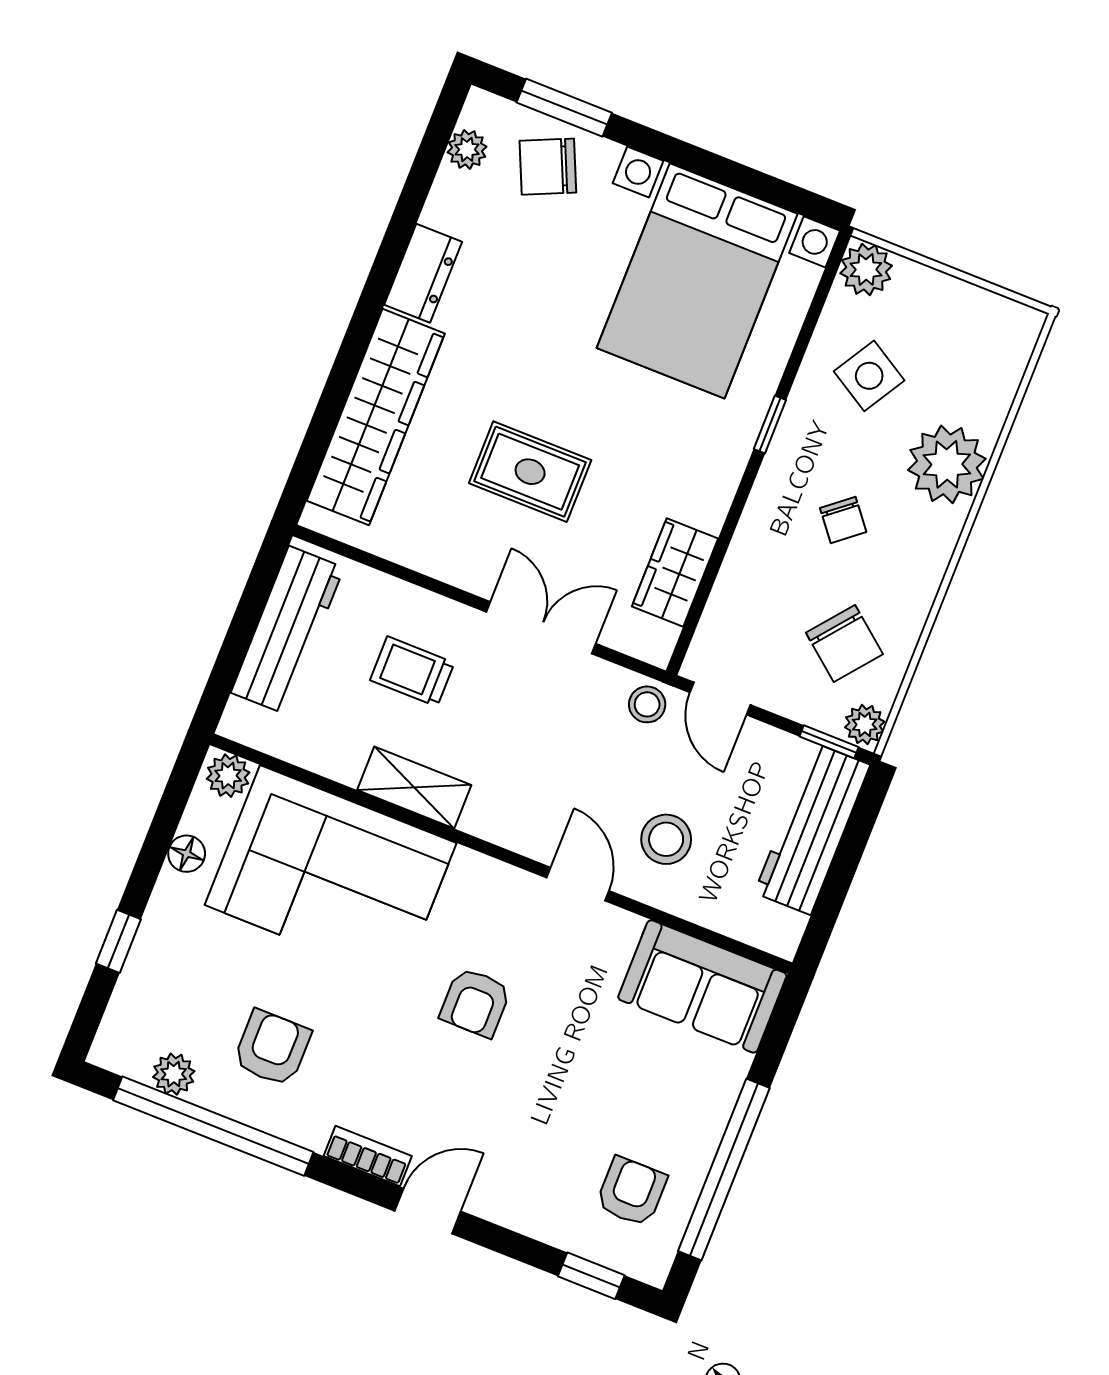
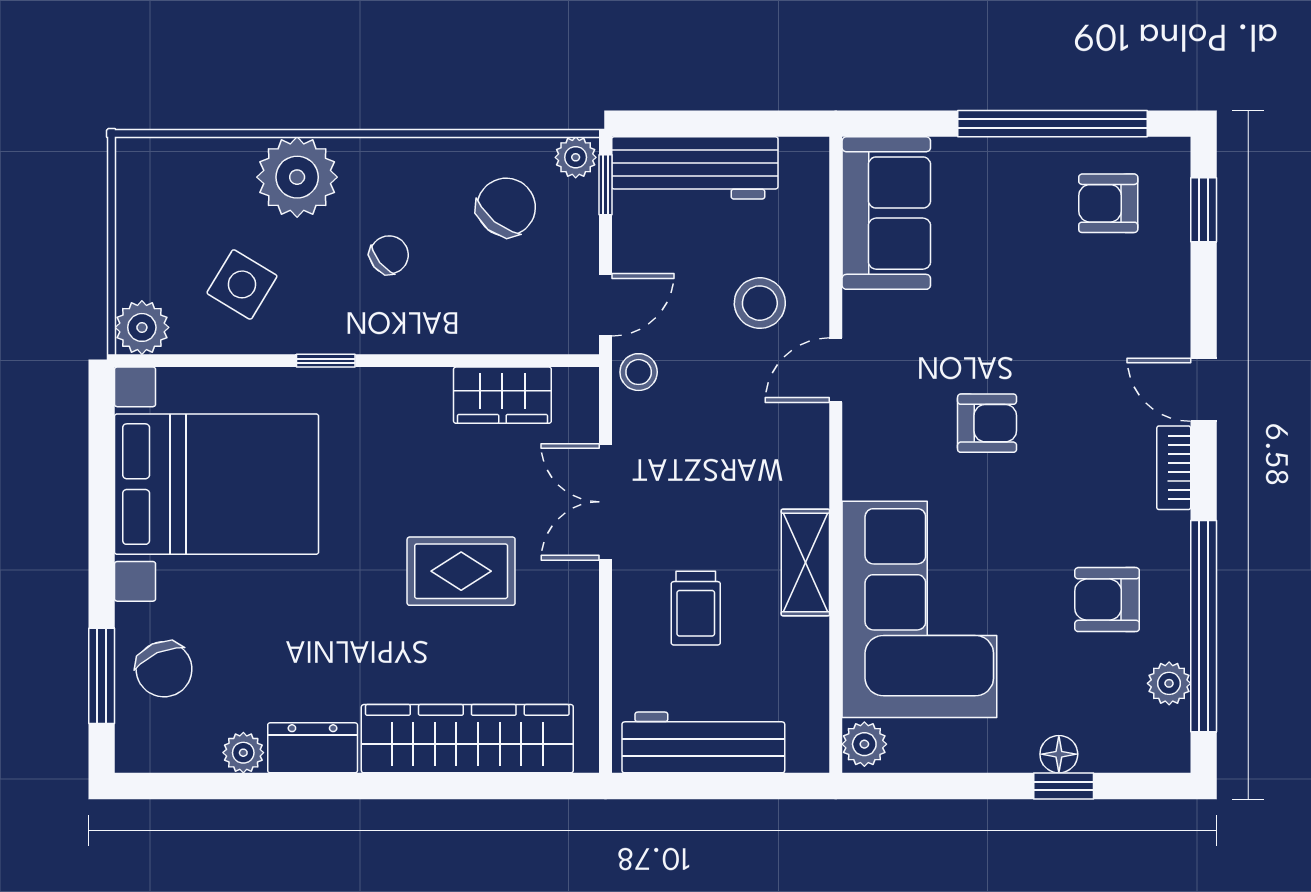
plant: (467, 149) -> (243, 753), moved
rug: (530, 472) -> (461, 571), turned 90
floor lamp: (187, 854) -> (1059, 754), moved

